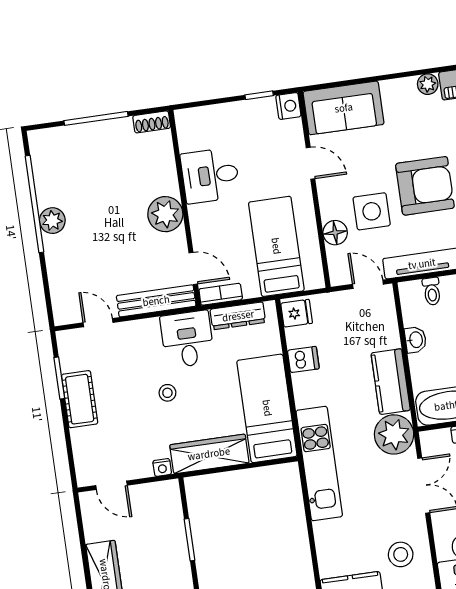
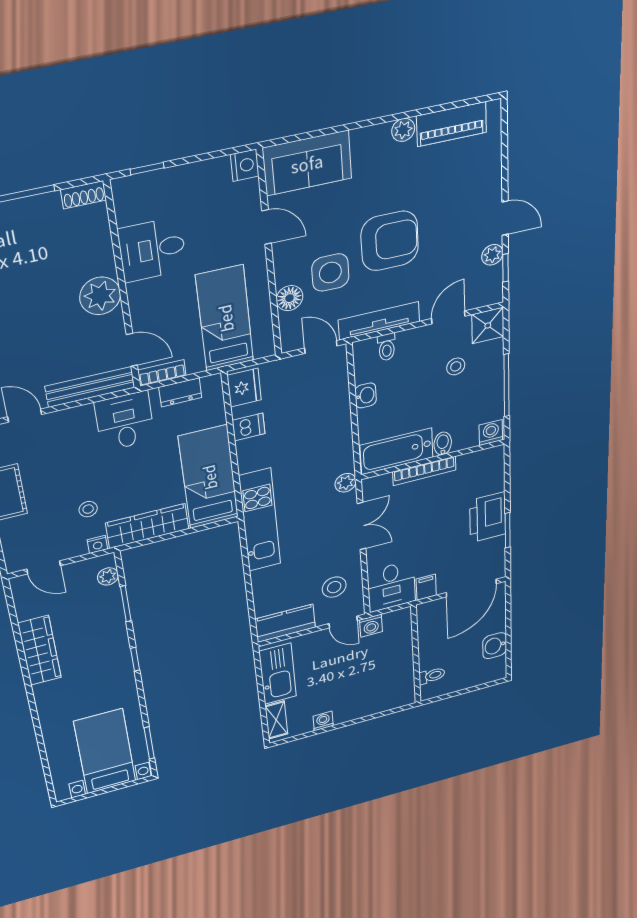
window: (259, 95) -> (147, 169), moved
fridge: (297, 313) -> (244, 388), width x1.38
dresser: (238, 316) -> (180, 392), width x0.70
kitchen counter: (391, 382) -> (337, 437), removed
stool: (167, 393) -> (88, 509), moved
plant: (394, 434) -> (346, 483), width x0.53, depth x0.53
plant: (172, 505) -> (108, 576), added

